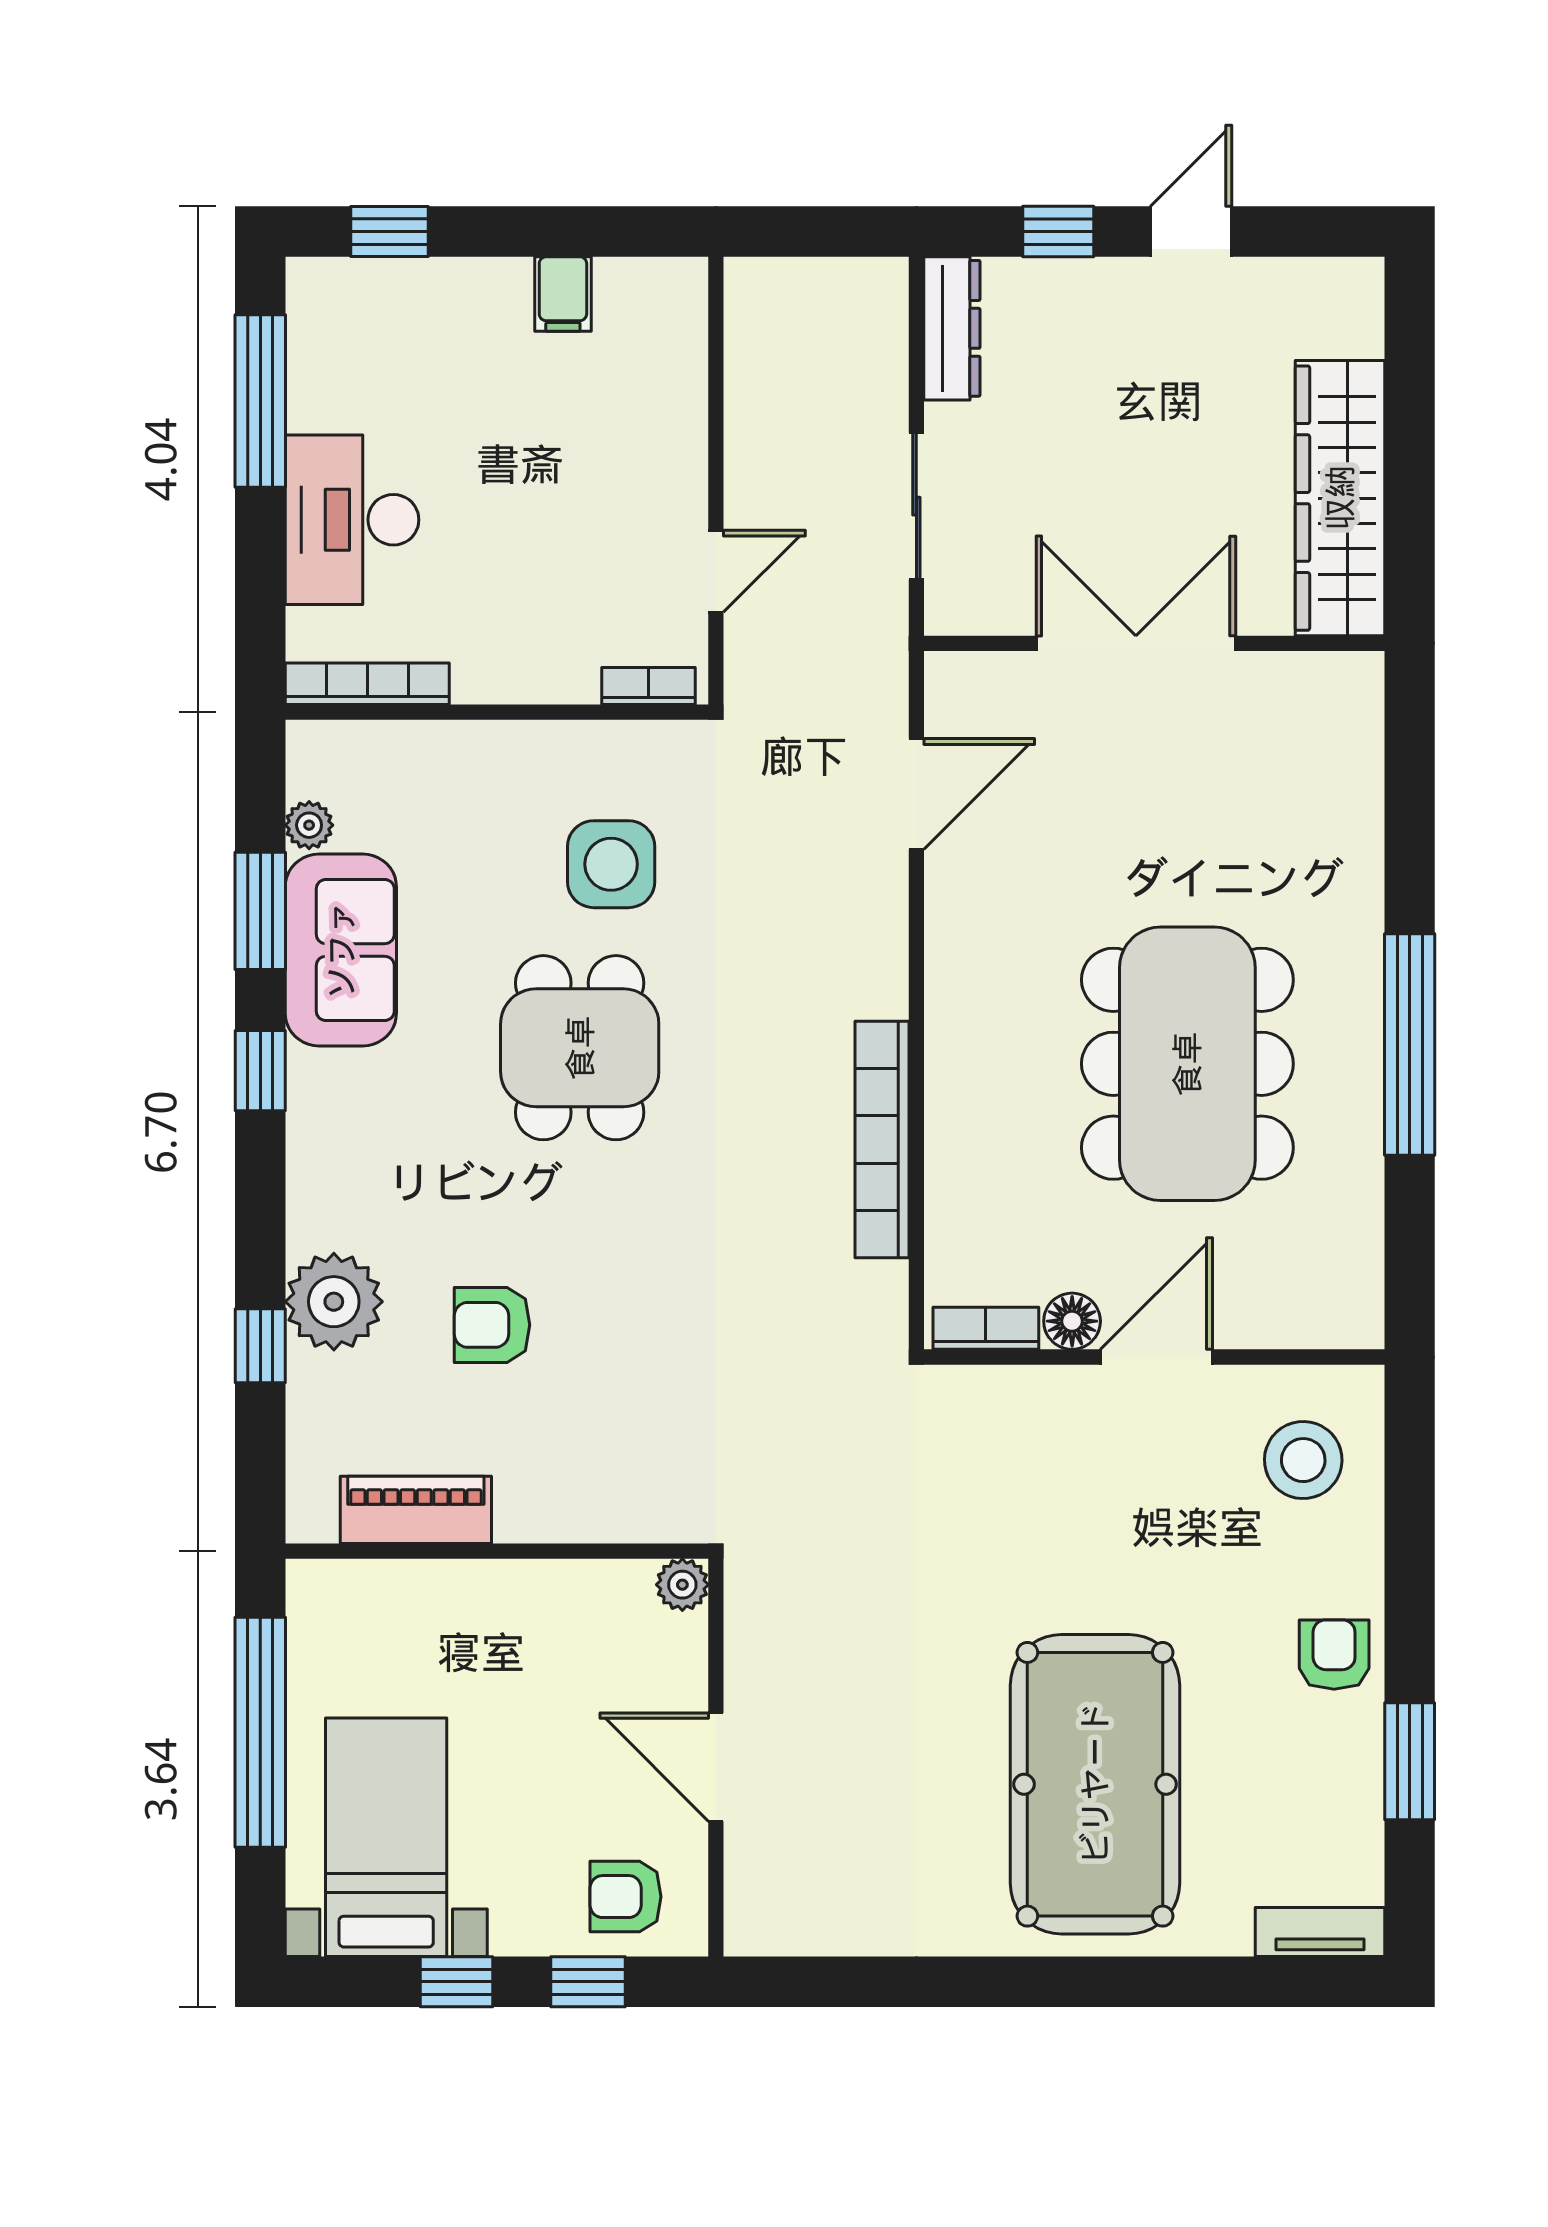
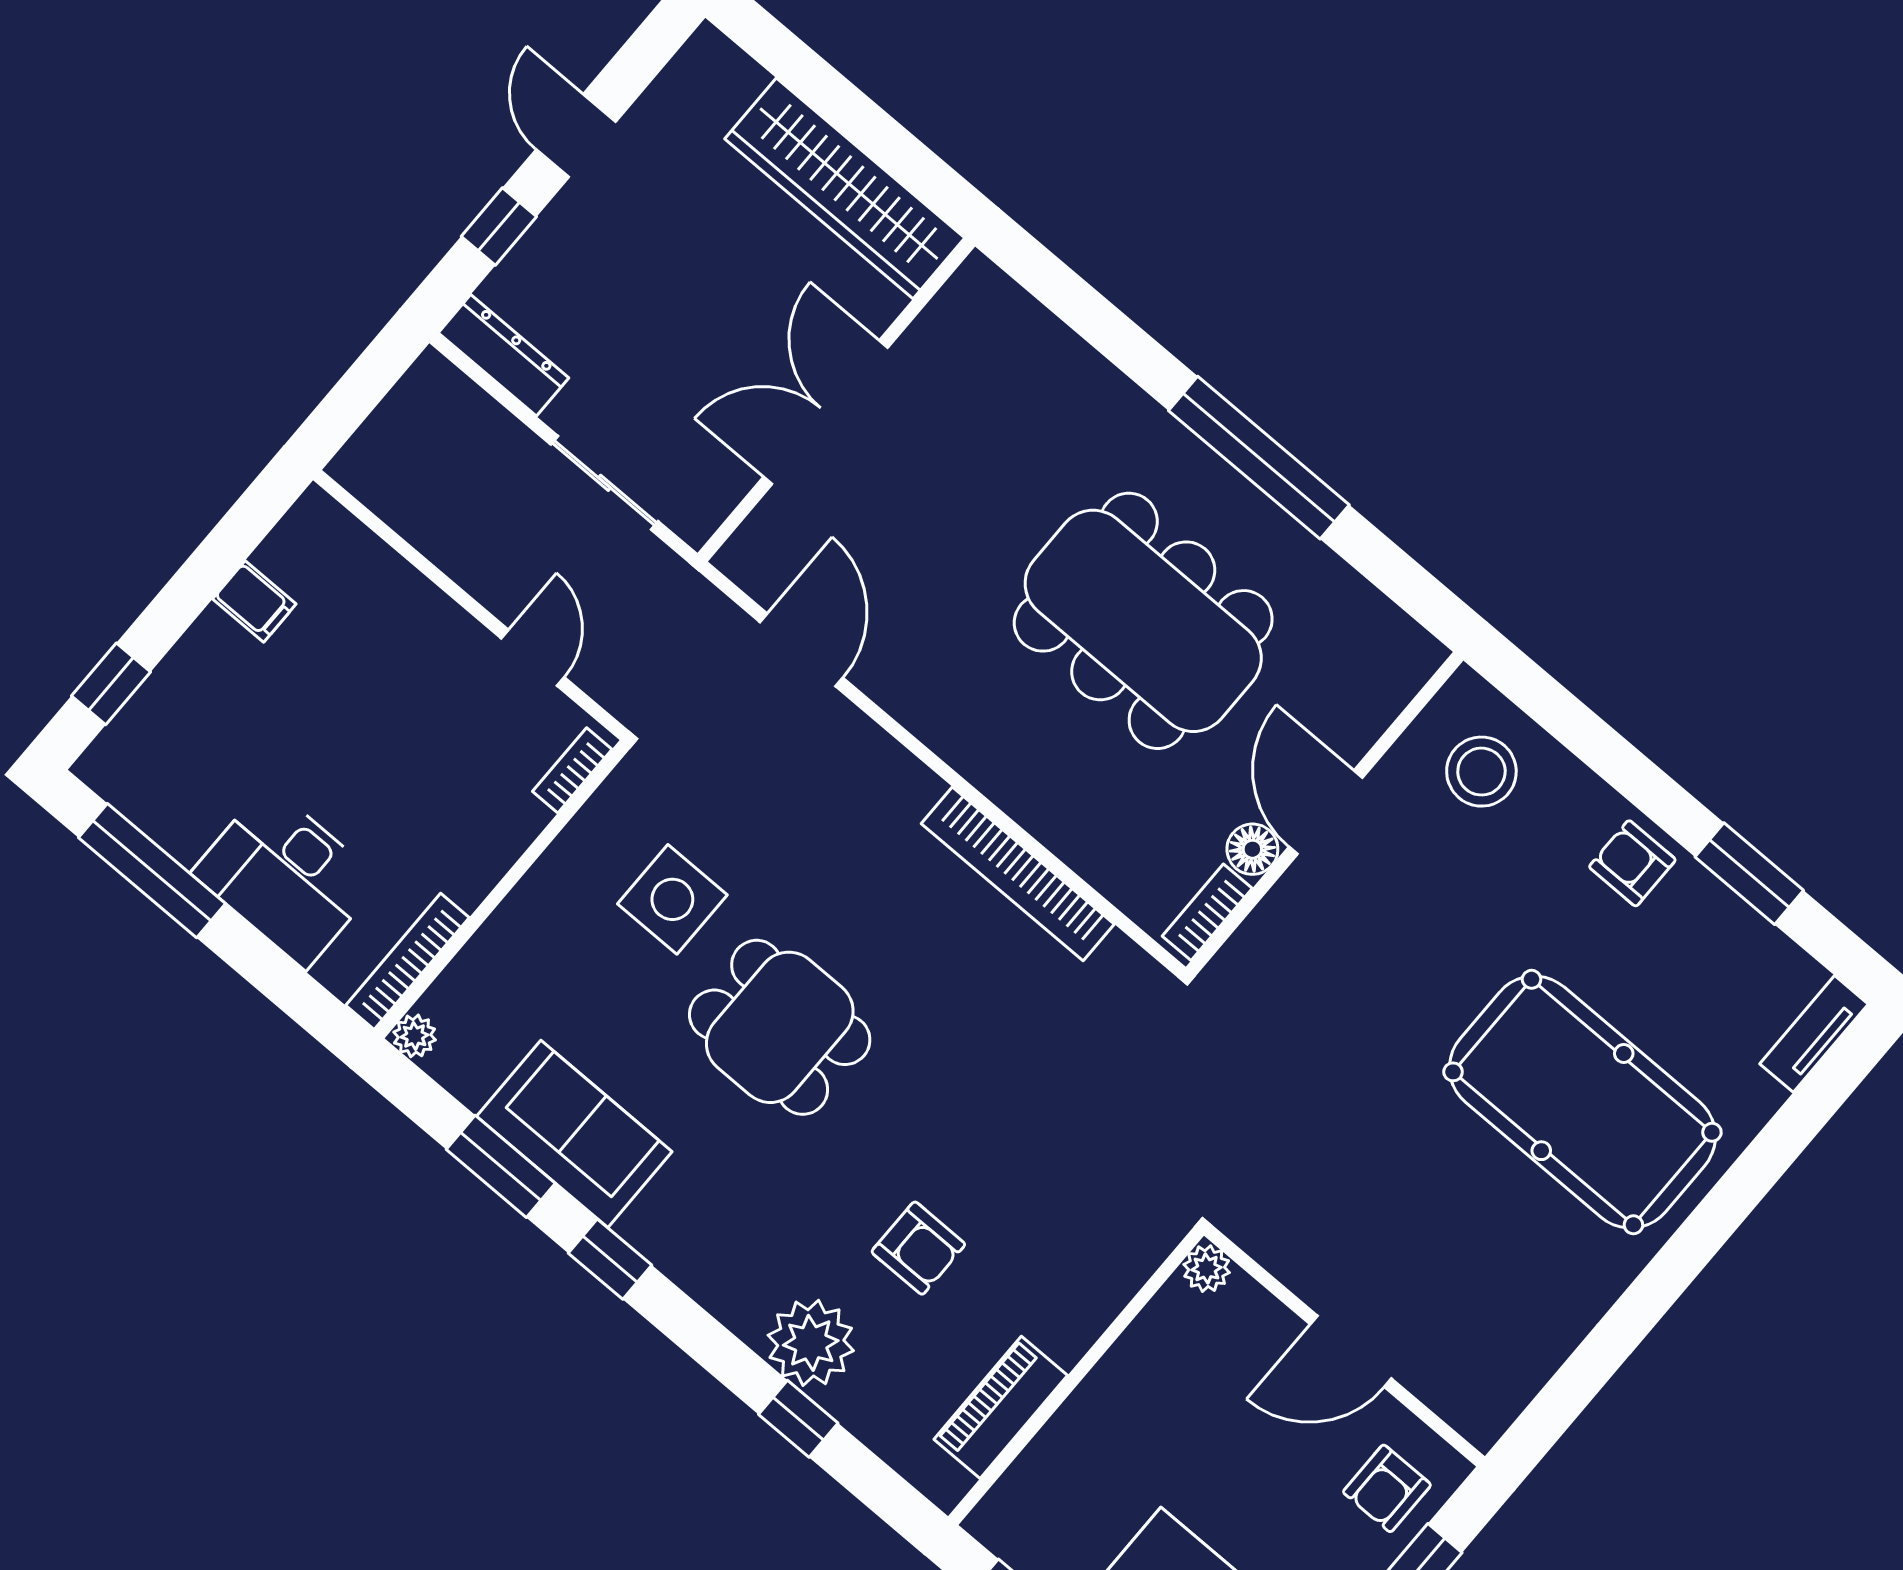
plant: (309, 825) -> (415, 1036), moved
armchair: (492, 1325) -> (918, 1248), turned -90

